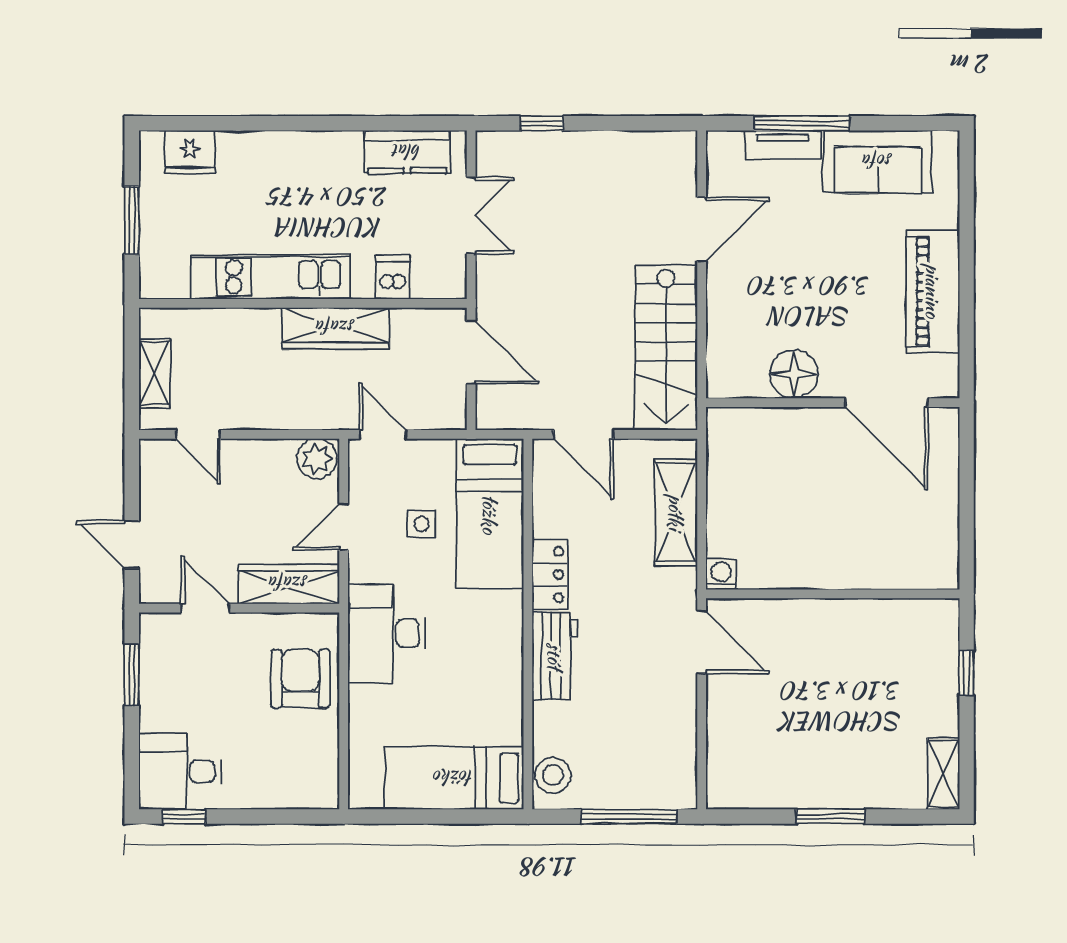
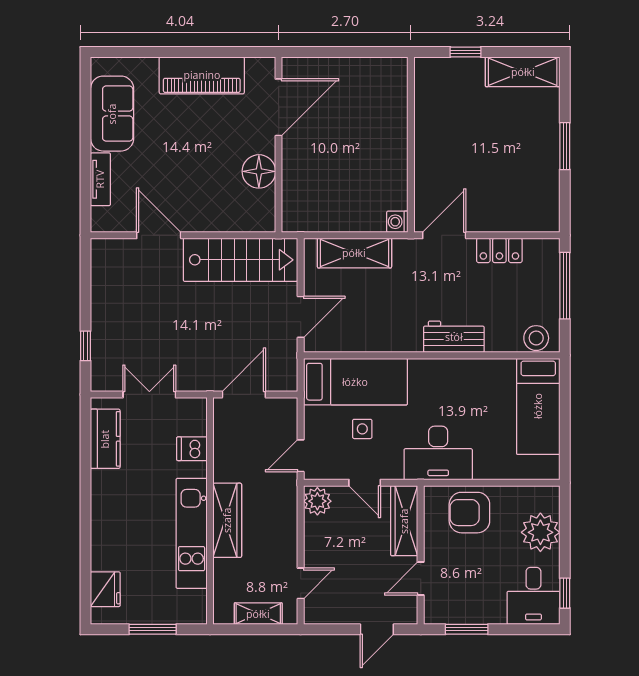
window: (802, 123) -> (85, 166), removed
wardrobe: (336, 328) -> (227, 520), moved
locker: (550, 575) -> (499, 250), moved, turned 180
shelving: (943, 773) -> (523, 72), width x1.50, depth x1.33
plant: (272, 781) -> (540, 532), added

